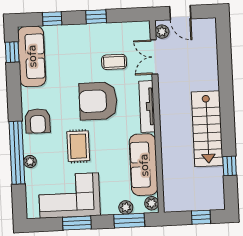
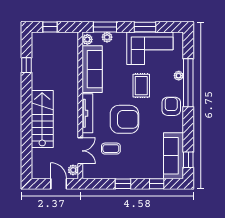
stairs: (207, 129) -> (42, 119), moved

